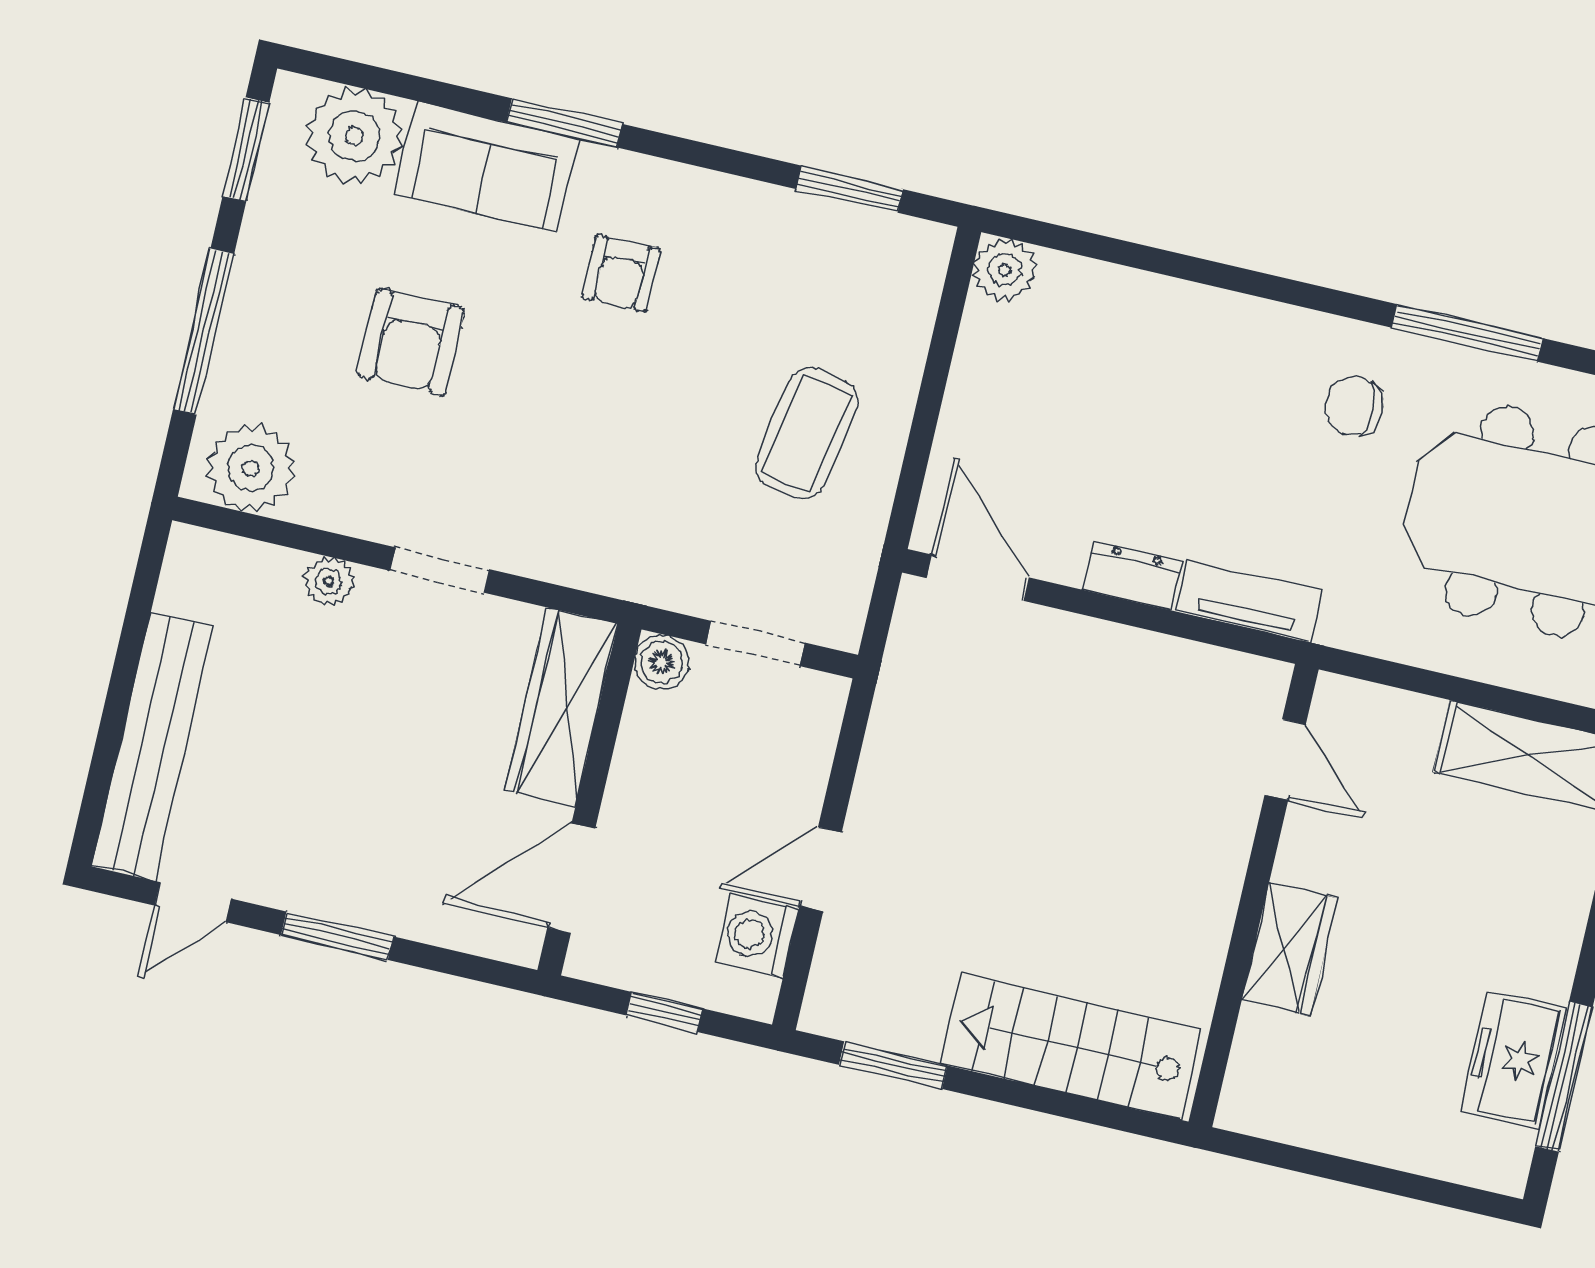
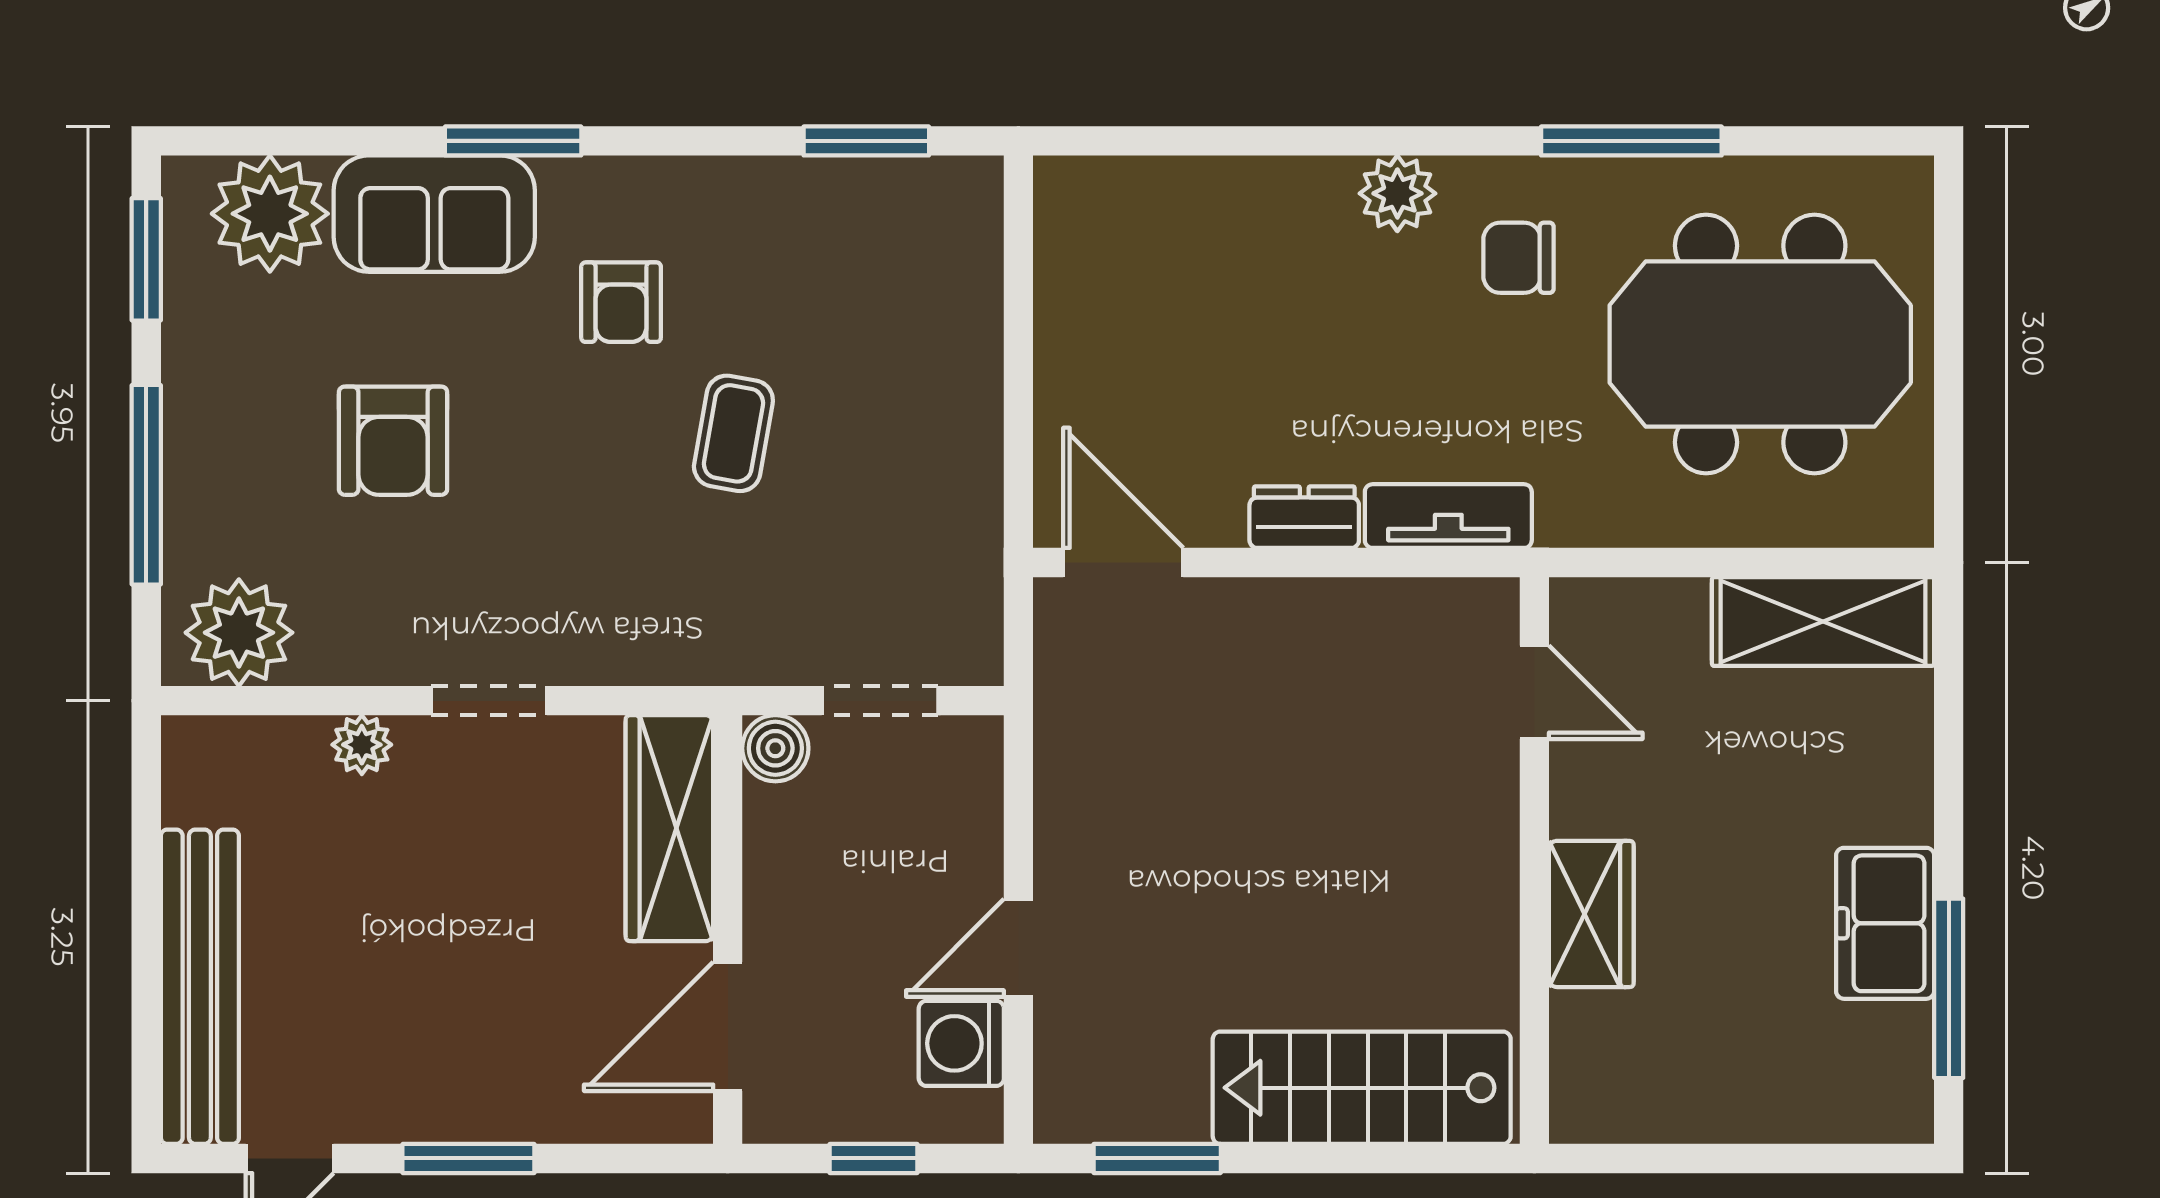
plant: (1005, 270) -> (1397, 193), moved
coffee table: (807, 434) -> (733, 433), moved, width x0.73, depth x0.77
freezer: (1514, 1060) -> (1885, 923), moved

